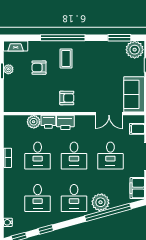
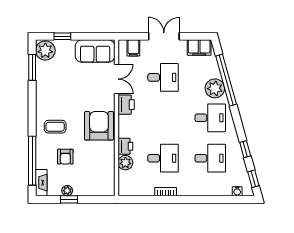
window: (63, 38) -> (32, 161), moved
armchair: (67, 98) -> (99, 126), width x1.88, depth x1.88
printer: (65, 122) -> (126, 105), moved
desk: (74, 156) -> (163, 118), removed

